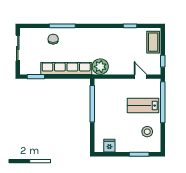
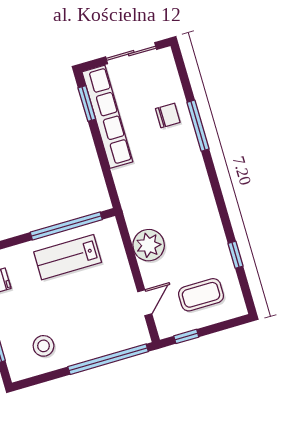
coffee table: (153, 42) -> (201, 295), moved
plant: (100, 67) -> (149, 245), moved
row of seats: (66, 68) -> (107, 117), moved
lab bench: (143, 106) -> (68, 257), moved, turned -90

